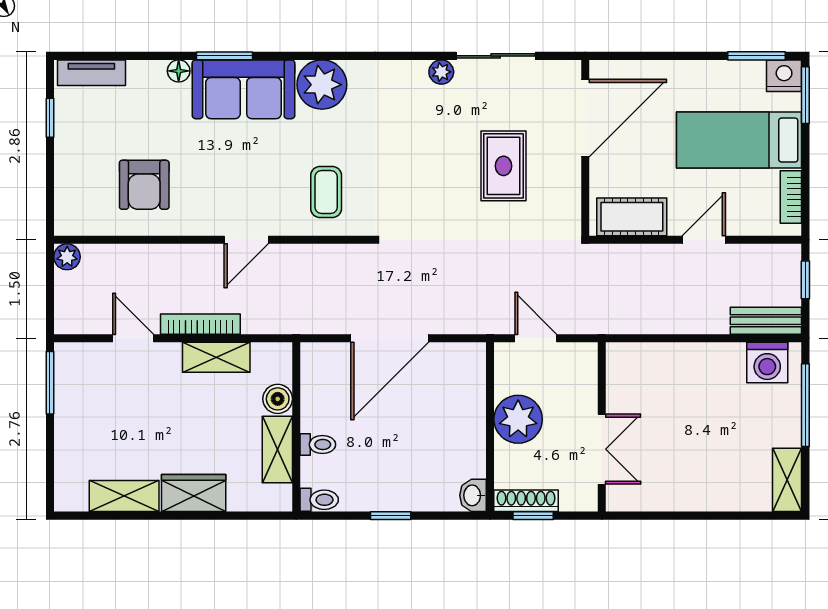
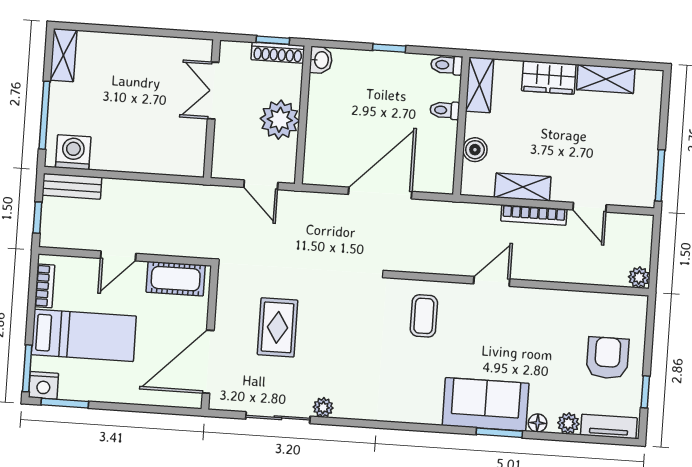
plant: (322, 85) -> (568, 423), moved, width x0.53, depth x0.53
armchair: (144, 185) -> (608, 358), moved
shelving: (277, 450) -> (480, 85), moved

